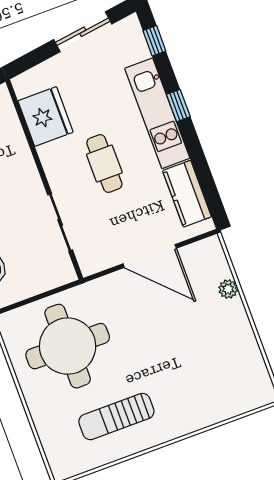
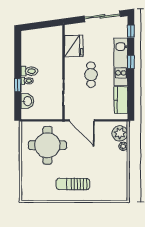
sliding door: (83, 32) -> (102, 16), width x1.37
door: (150, 256) -> (82, 120), moved
plant: (211, 265) -> (120, 133), added
sun lounger: (116, 417) -> (73, 184), moved

